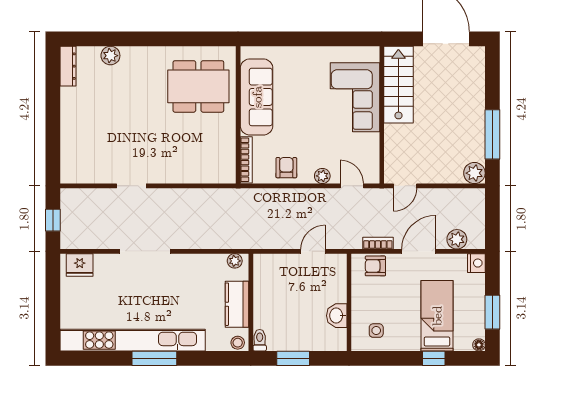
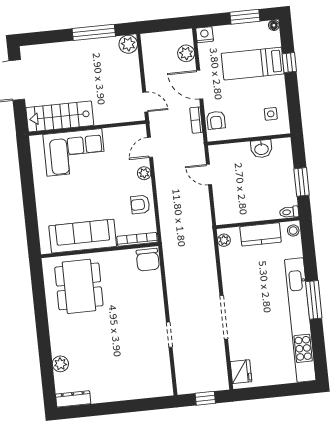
chair: (221, 170) -> (148, 260), added

